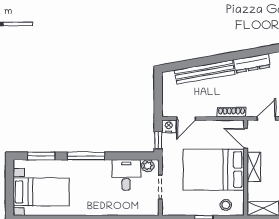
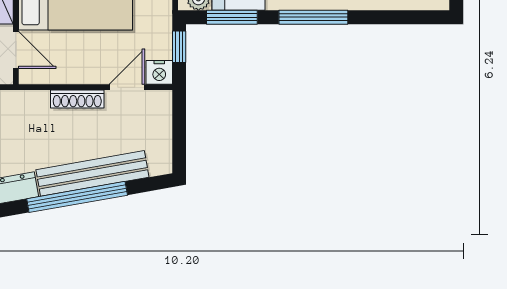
window: (213, 60) -> (77, 197), added
shoe rack: (232, 112) -> (77, 99), moved
window: (41, 156) -> (232, 17), moved

